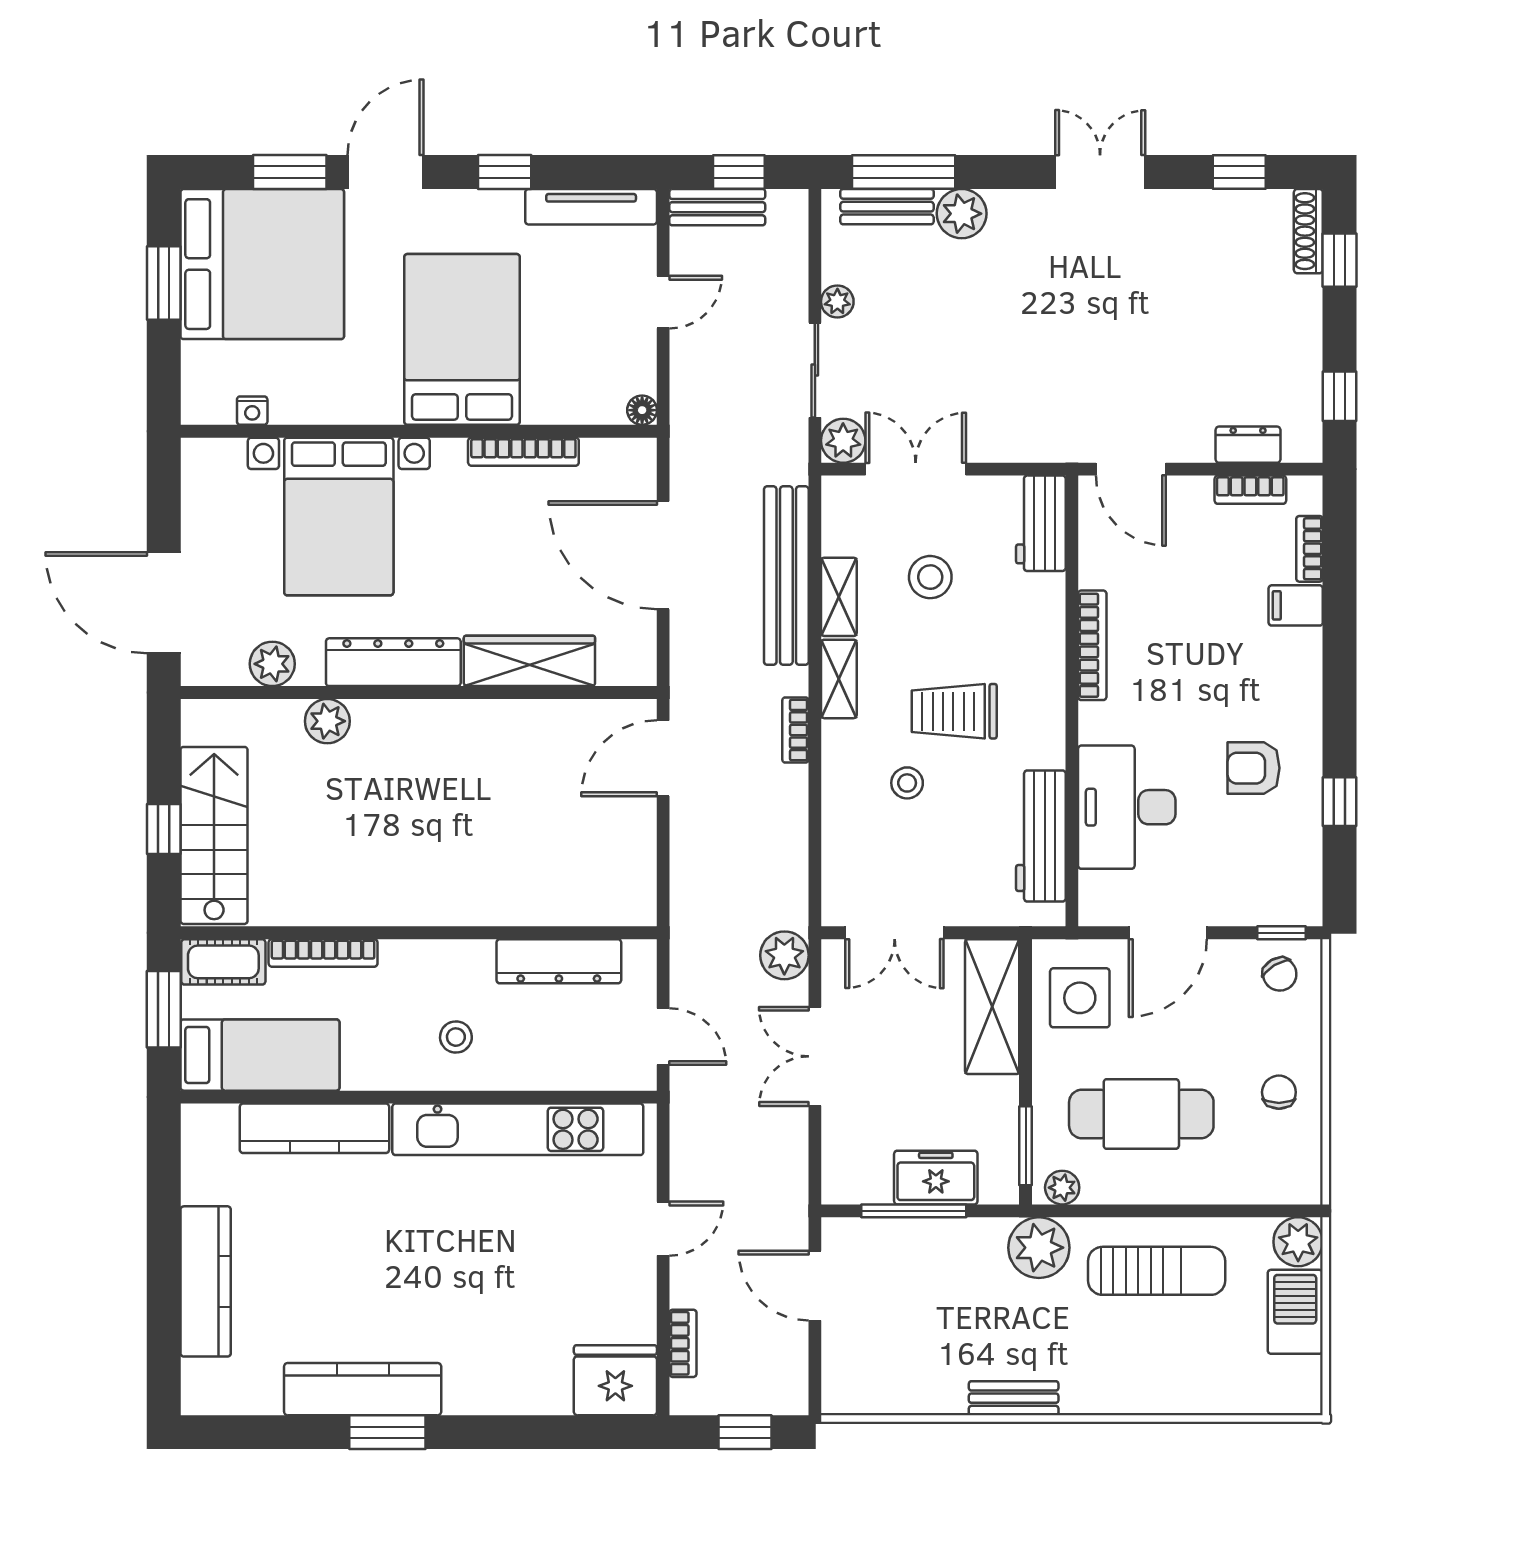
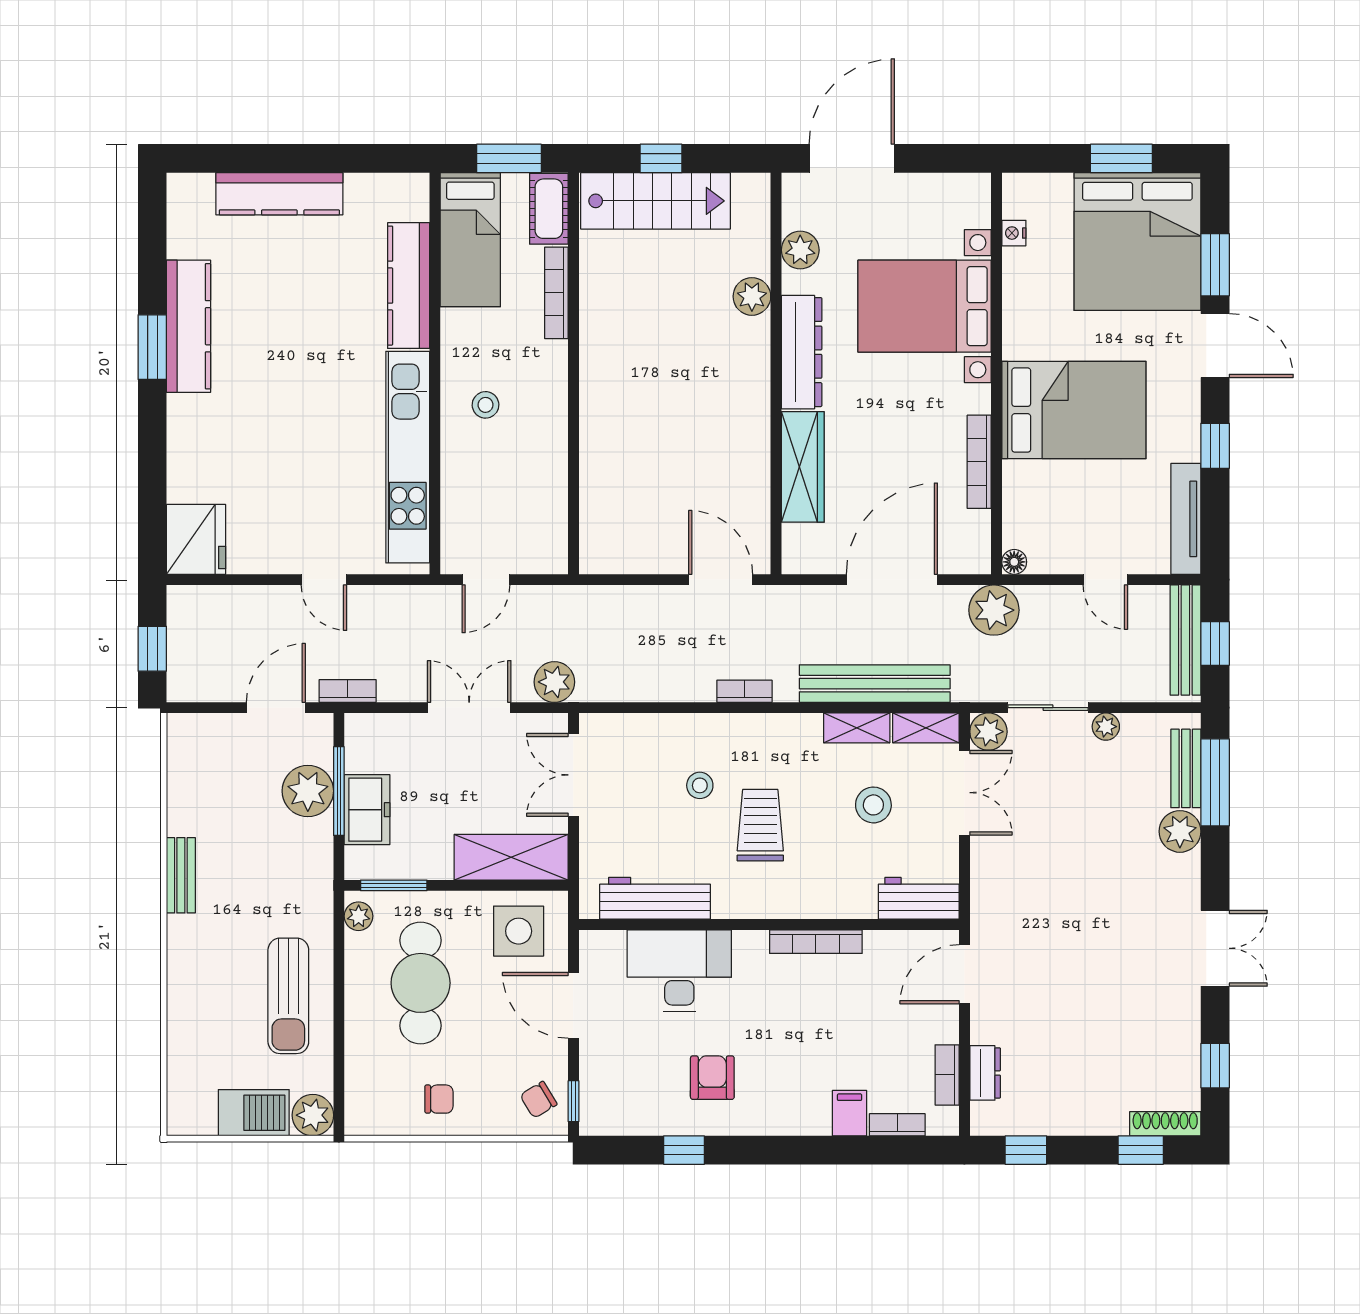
bench: (717, 207) -> (1185, 640), width x1.36
plant: (699, 434) -> (994, 610), added
shelving: (839, 679) -> (926, 728), moved
dresser: (559, 961) -> (549, 492), removed
plant: (1039, 1248) -> (308, 791), moved
bookcase: (683, 1343) -> (348, 691), moved, turned 180

